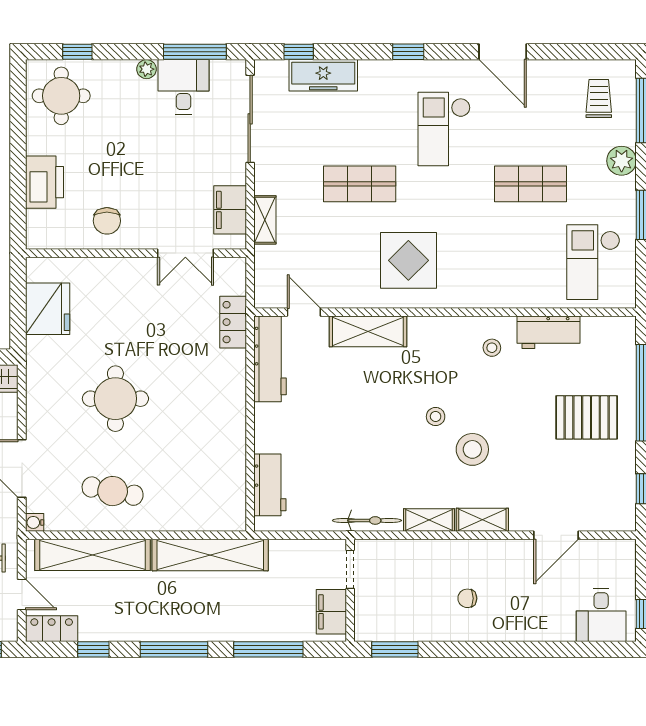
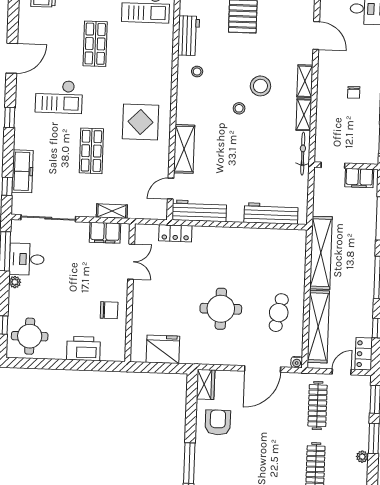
workbench: (270, 485) -> (271, 213), width x1.38

